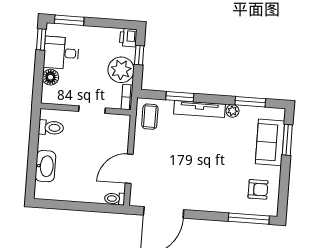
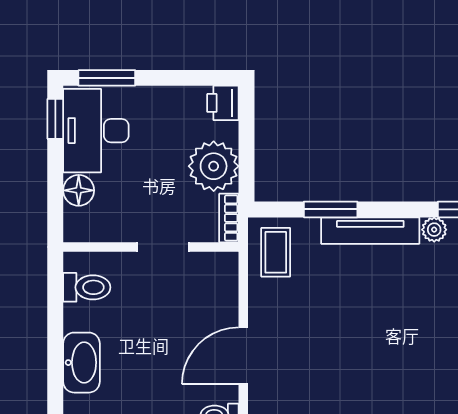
desk: (61, 53) -> (96, 131), width x1.37
window: (139, 55) -> (246, 135), removed

